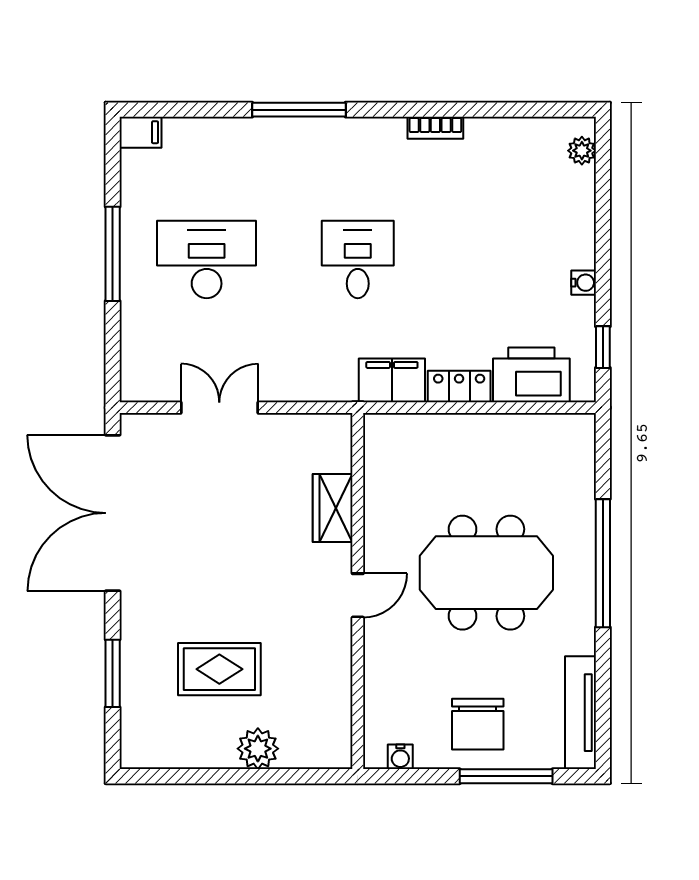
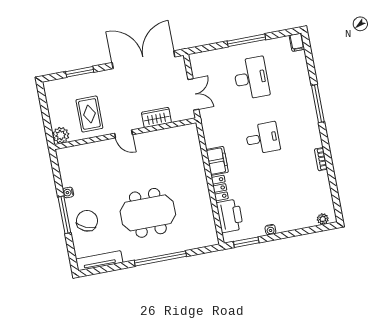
window: (603, 347) -> (246, 242), width x1.50
wardrobe: (333, 508) -> (156, 117), moved
meeting table: (486, 573) -> (148, 213), turned 90
wall: (358, 591) -> (125, 134), moved
door: (358, 595) -> (124, 134), moved
chair: (478, 724) -> (87, 221), turned 114
window: (506, 776) -> (64, 215), moved

